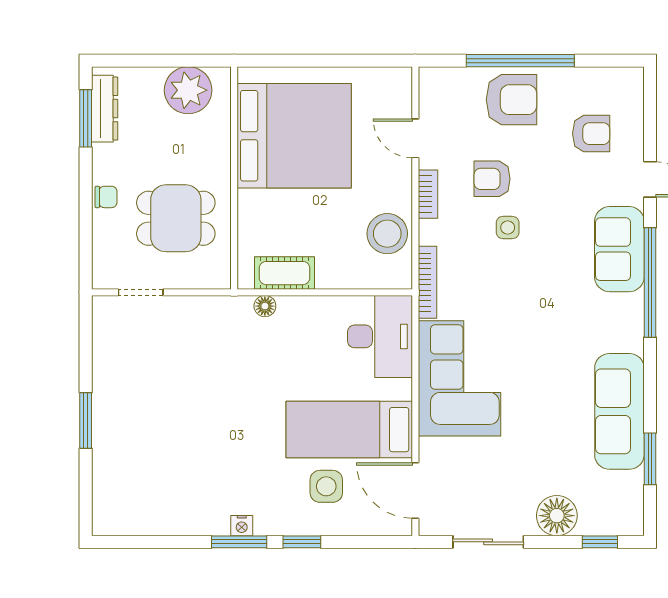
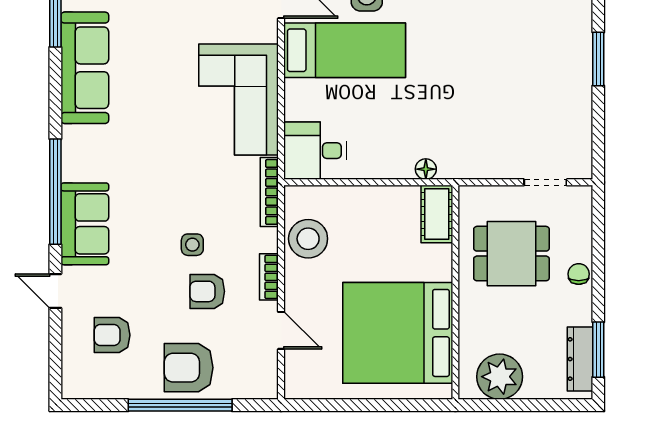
armchair: (492, 179) -> (207, 291), turned 180
chair: (106, 197) -> (579, 274), turned 90
cot: (285, 273) -> (437, 214), moved, turned 90
desk: (380, 336) -> (315, 151), width x0.73

